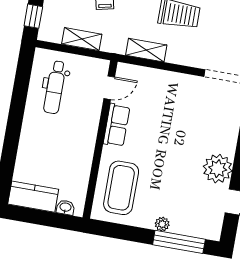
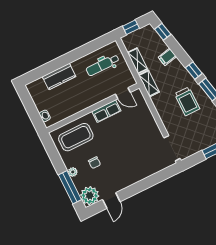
shelving: (146, 50) -> (149, 83), moved
plant: (218, 169) -> (90, 196), moved
chair: (171, 188) -> (95, 163), added
kitchen counter: (33, 197) -> (59, 76), moved, turned 90

